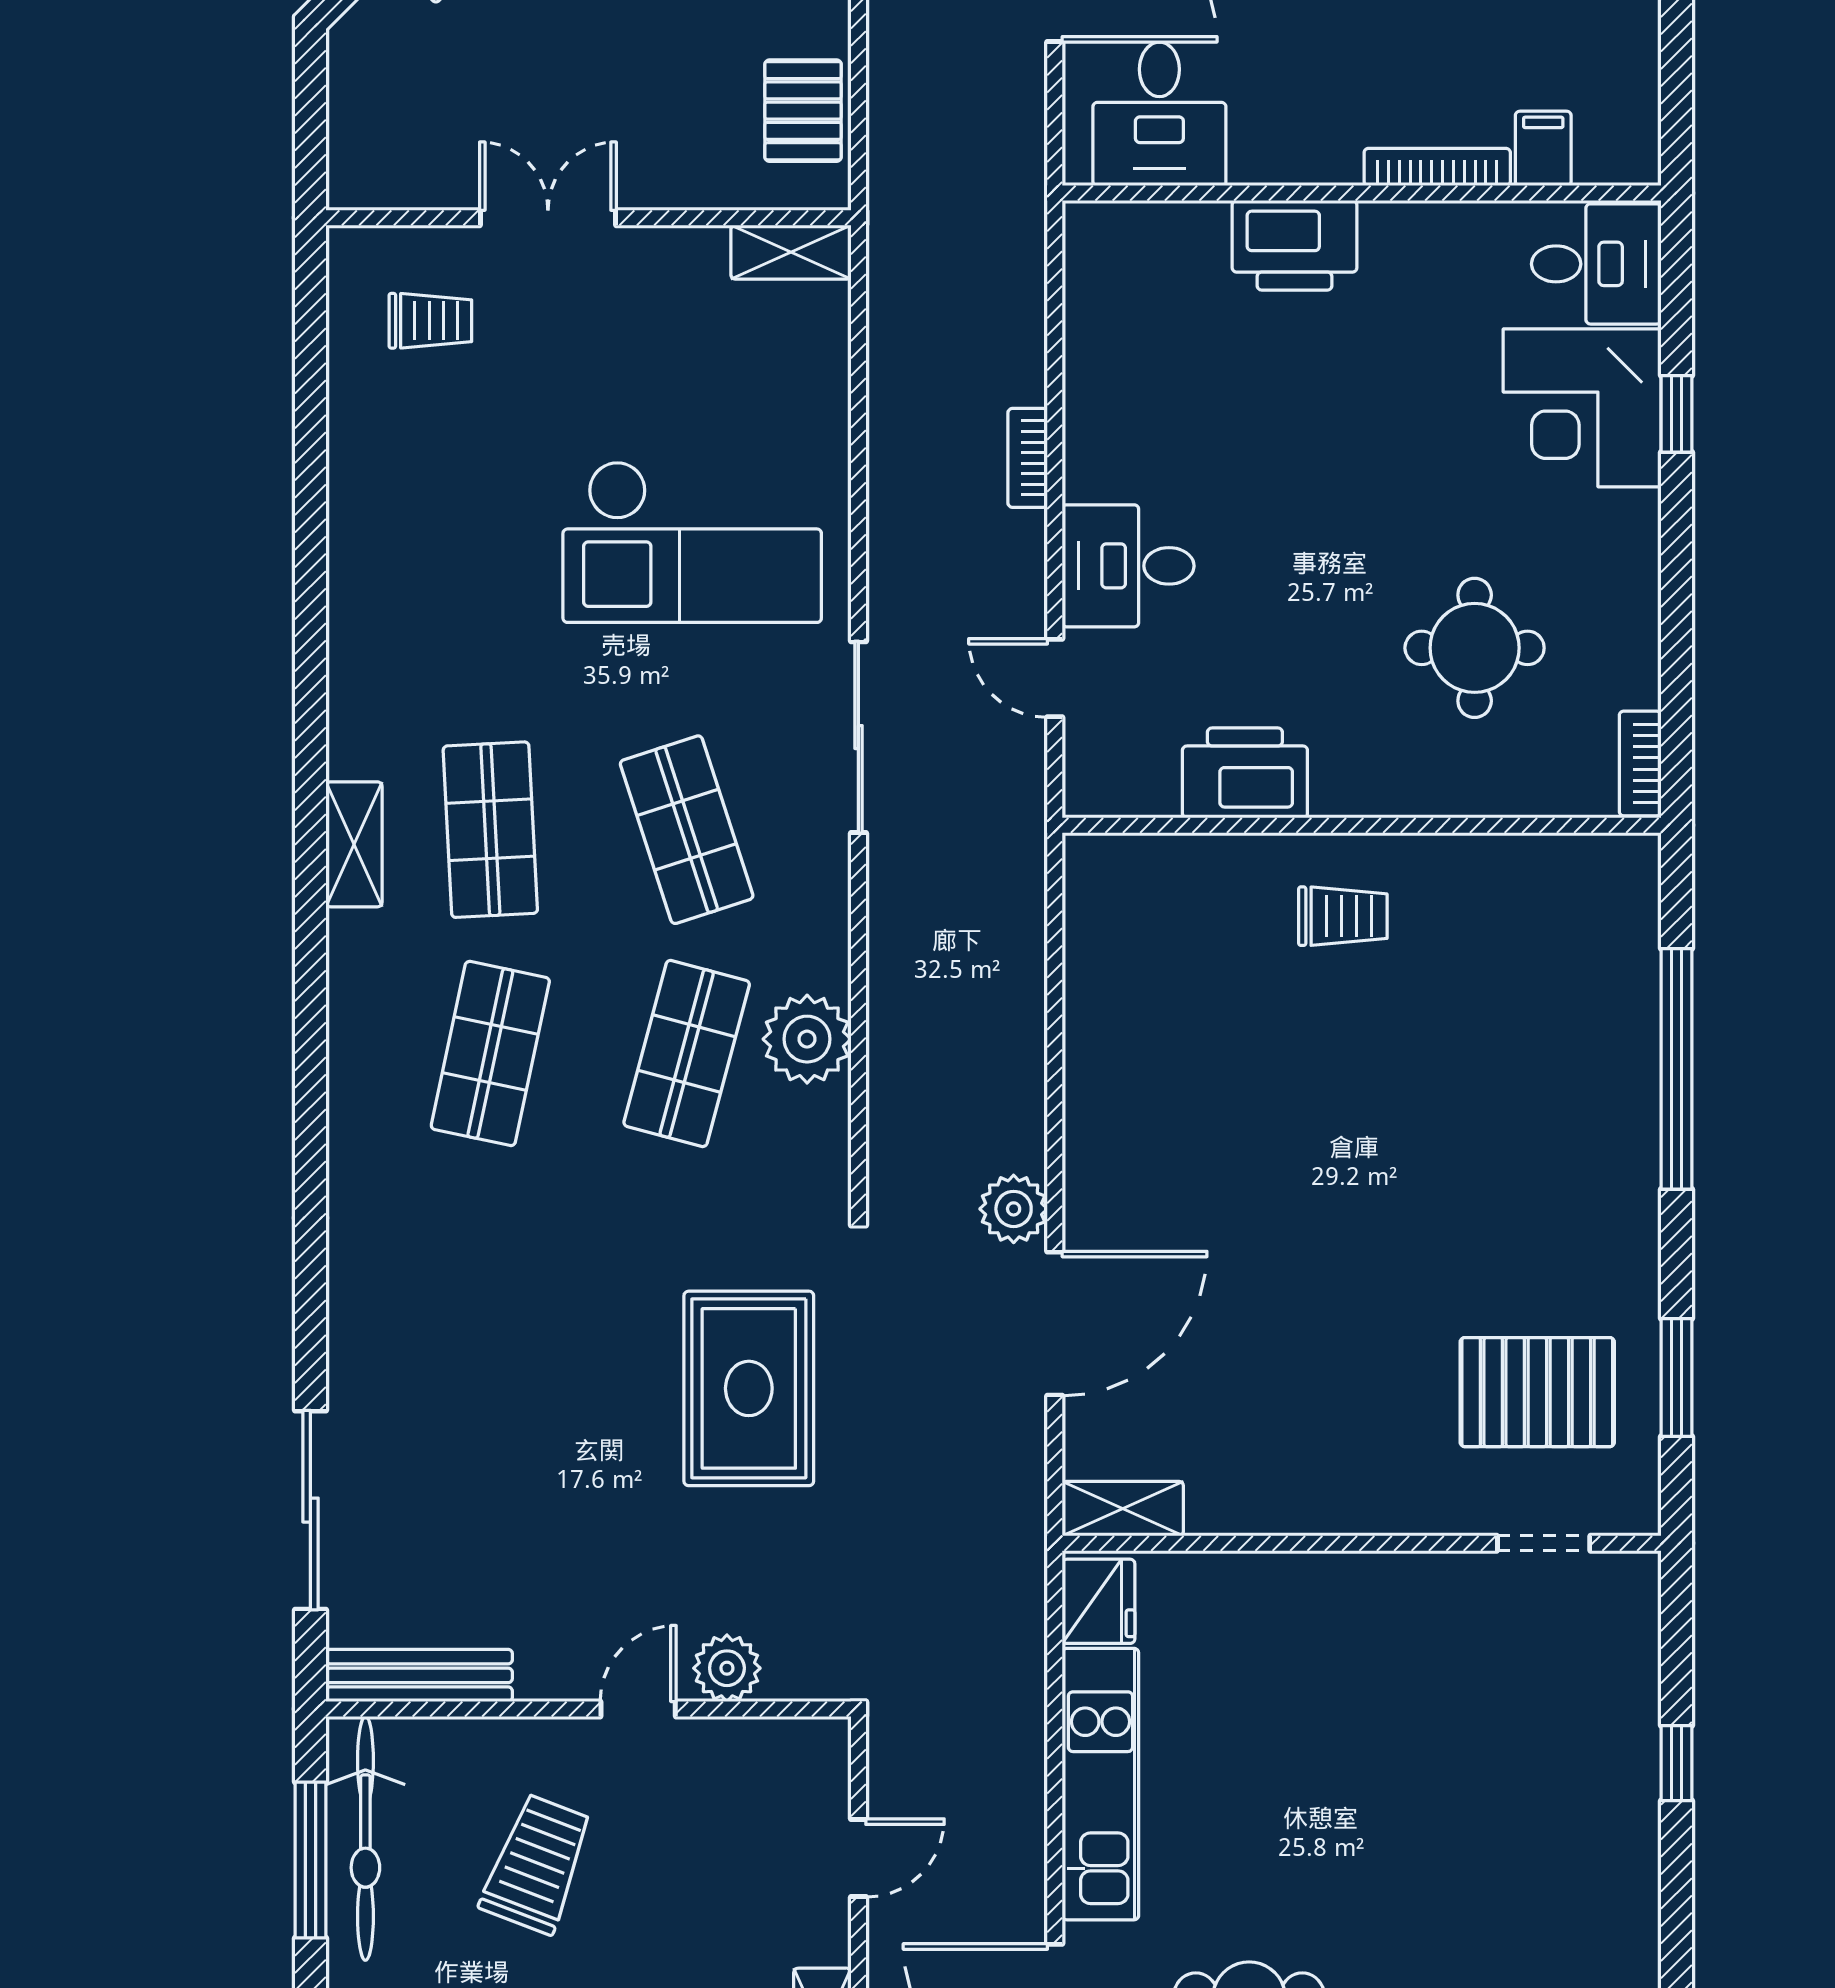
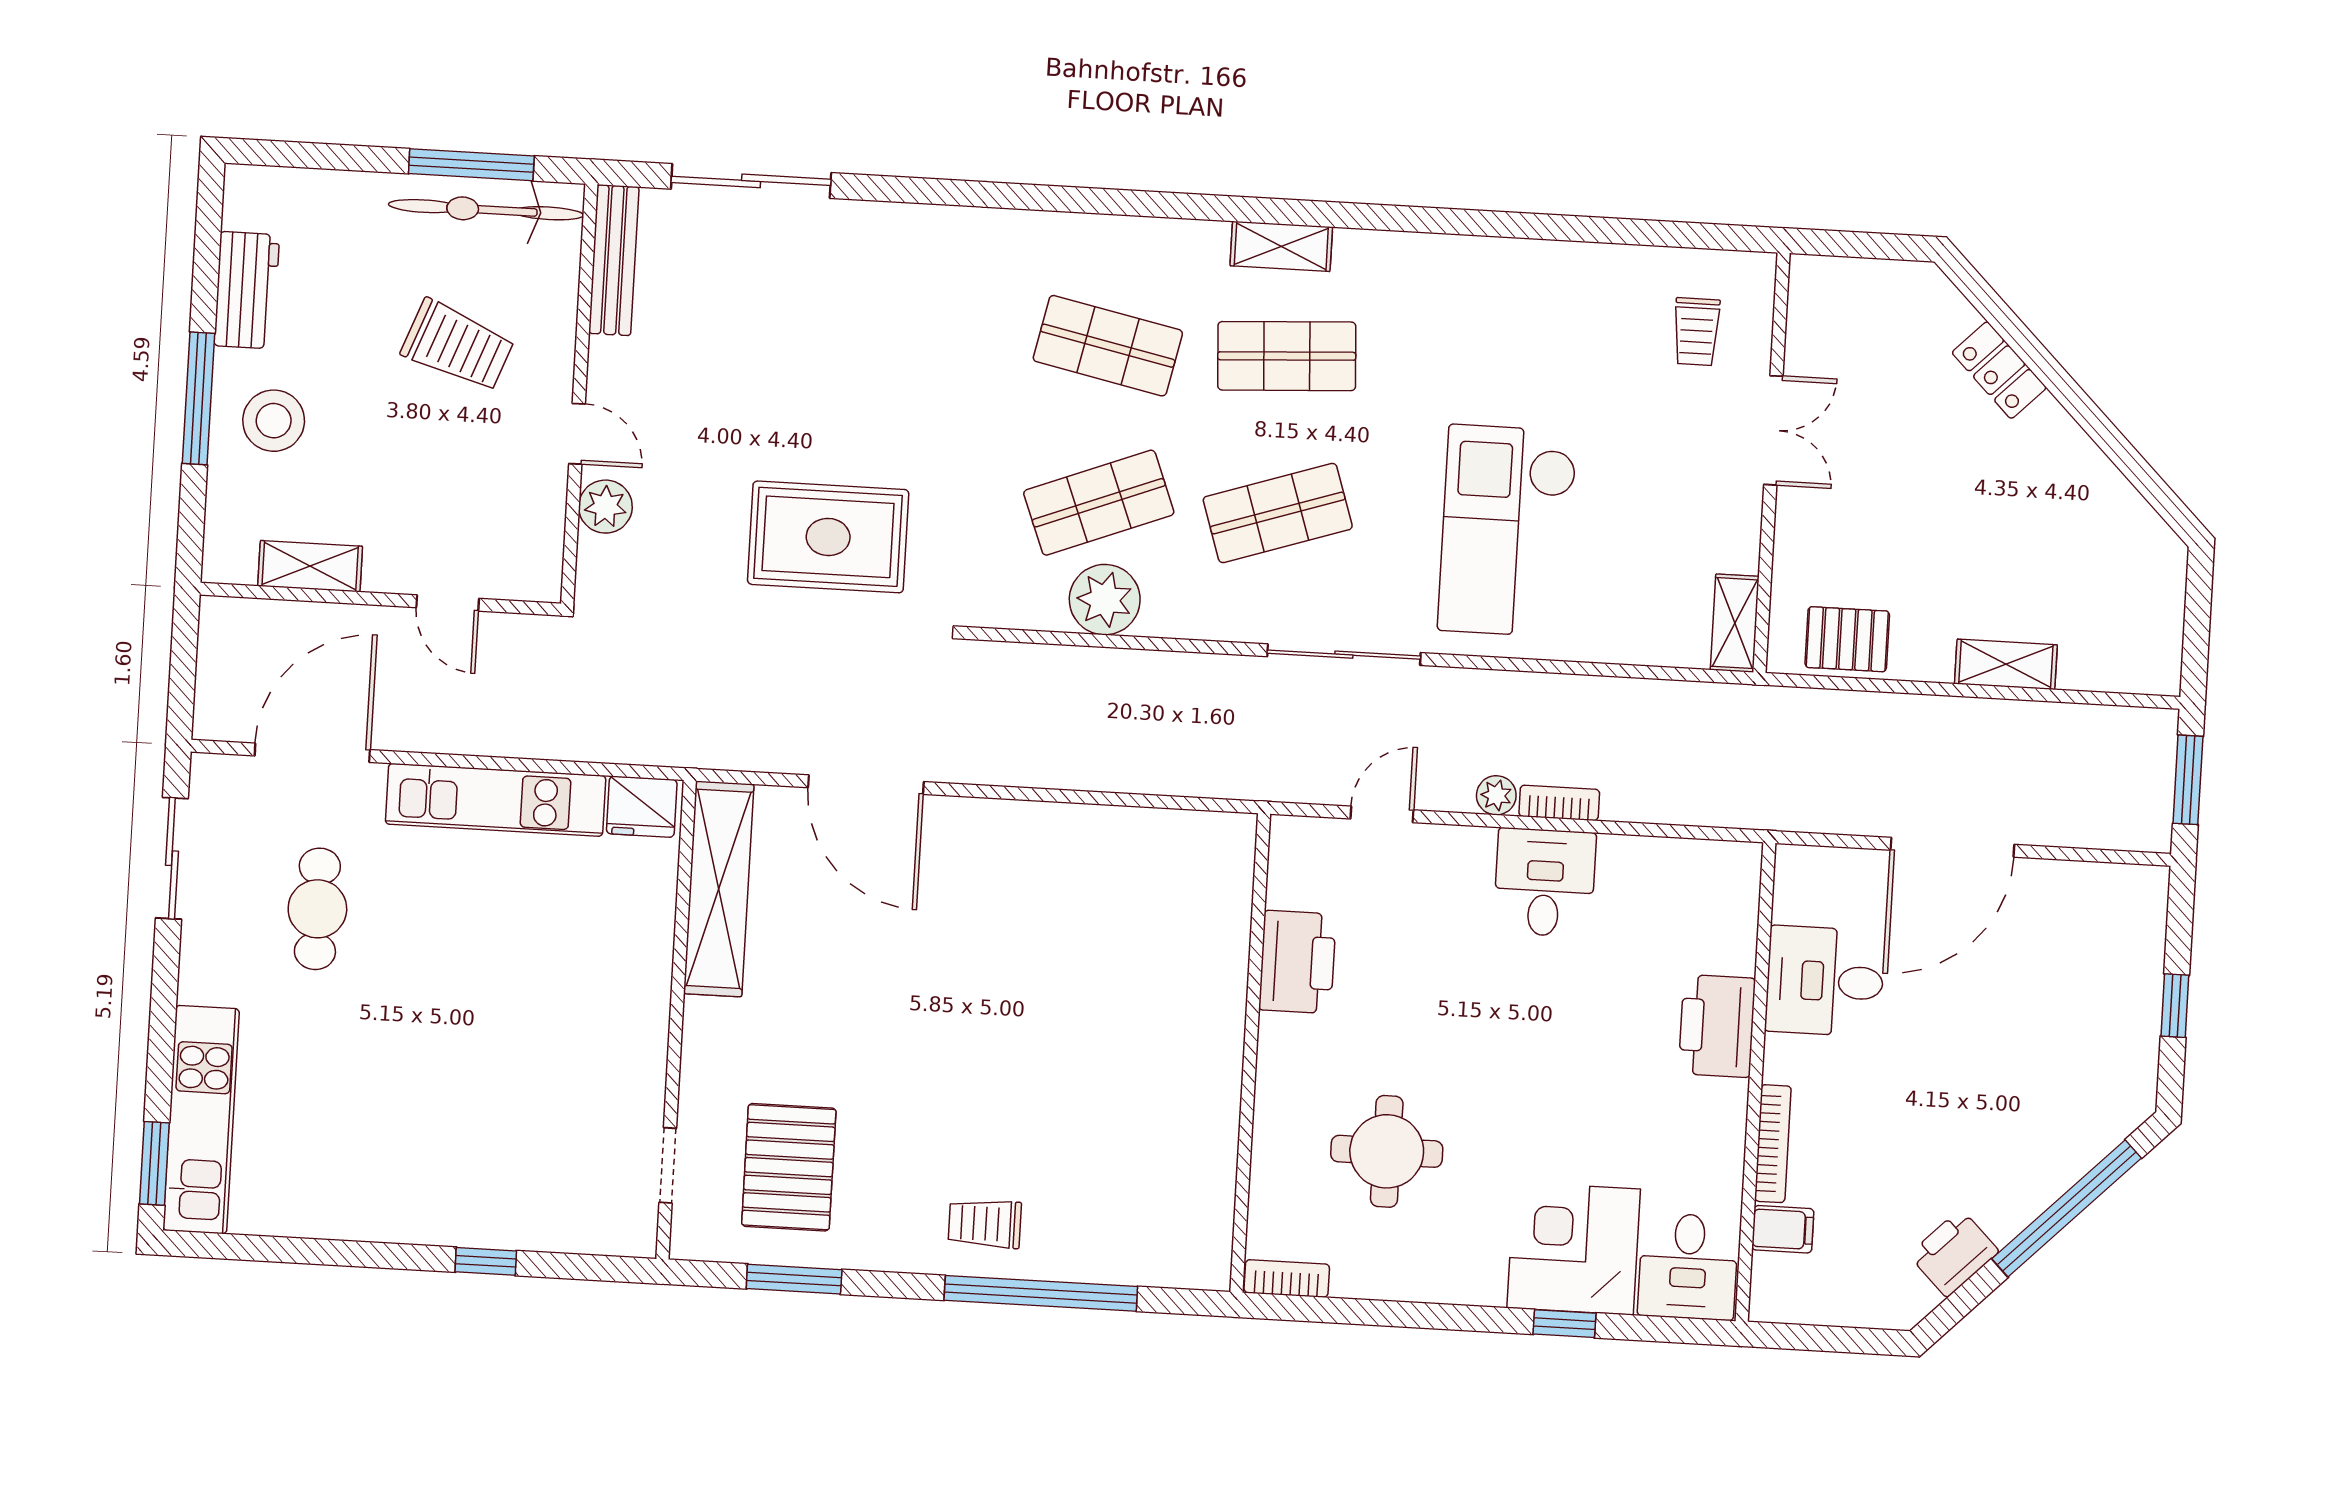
desk: (1159, 114) -> (1825, 981), moved
desk: (1128, 566) -> (1545, 883), moved
trolley: (1343, 916) -> (985, 1224), moved, turned 90
shop shelf: (687, 1053) -> (1099, 503), turned -36
plant: (1014, 1209) -> (1496, 795), moved, width x0.73, depth x0.73
shelving: (1123, 1509) -> (719, 889), width x2.20, depth x1.33

